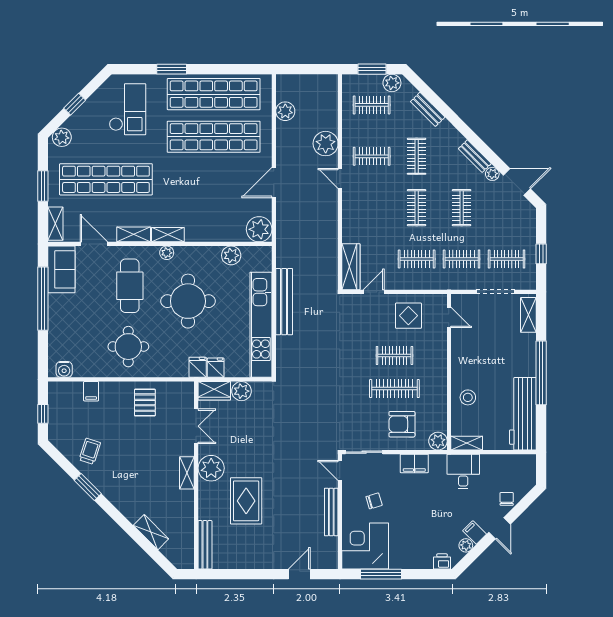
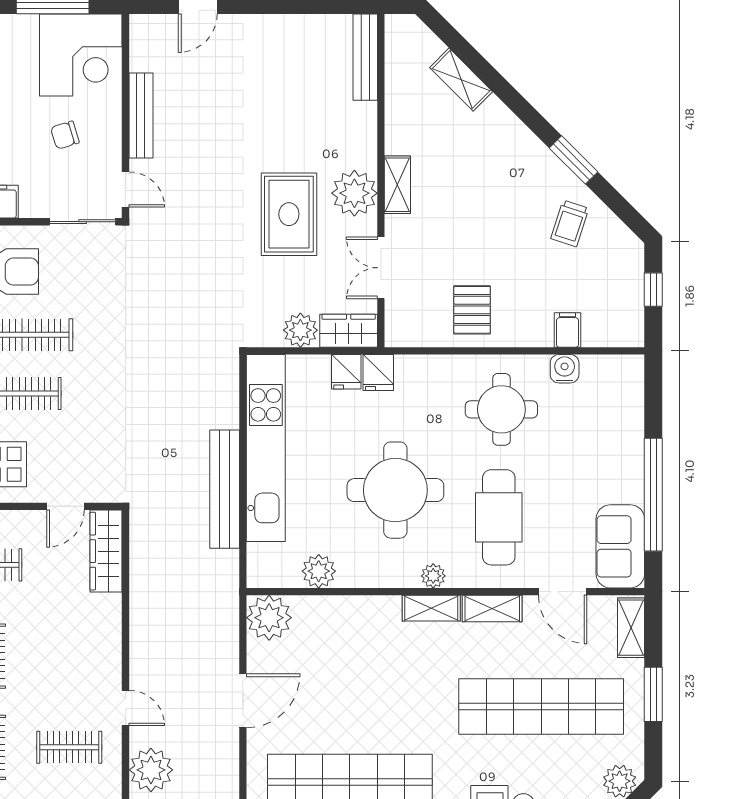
water cooler: (64, 369) -> (565, 369), moved
rug: (246, 501) -> (289, 214), moved

